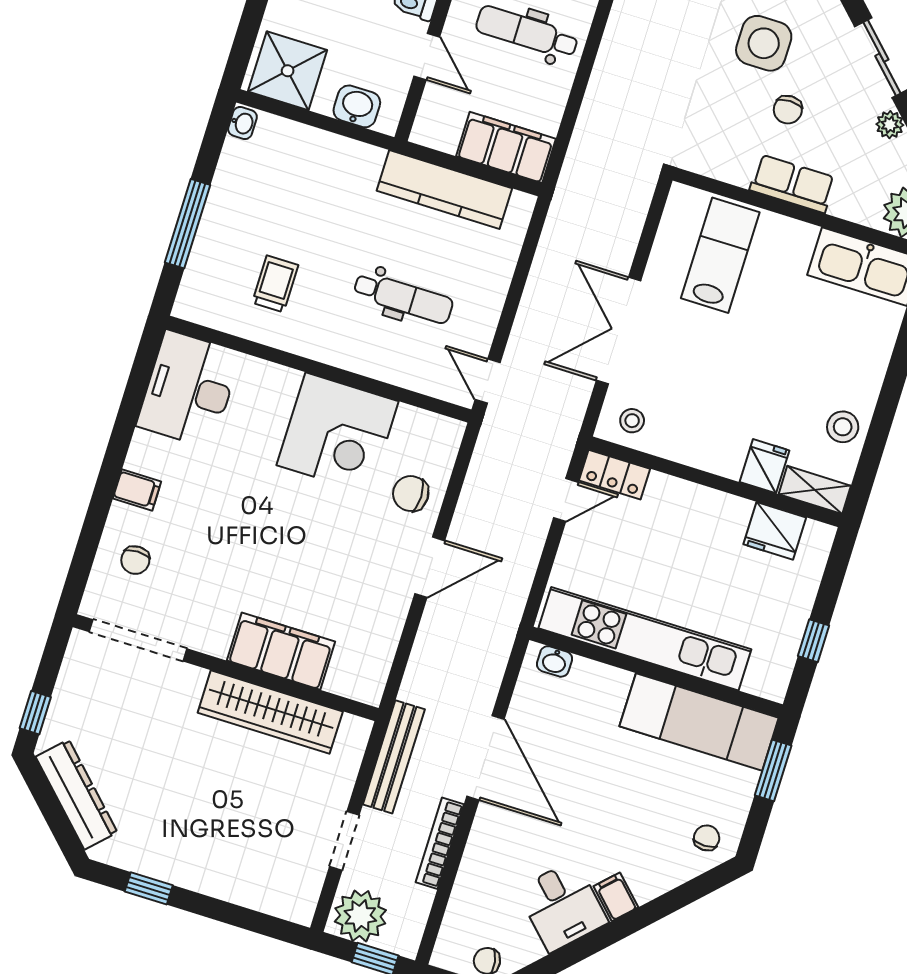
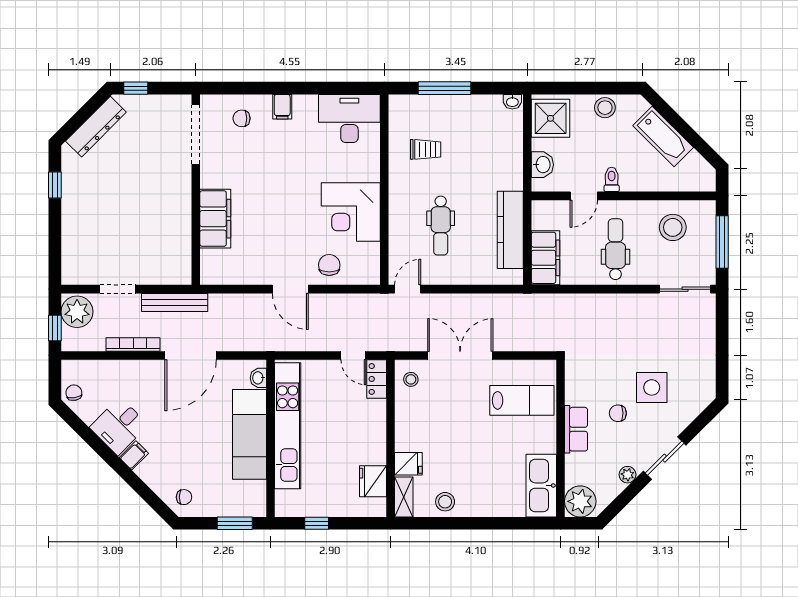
wardrobe: (270, 712) -> (178, 223), removed
exam couch: (699, 722) -> (249, 434), moved

